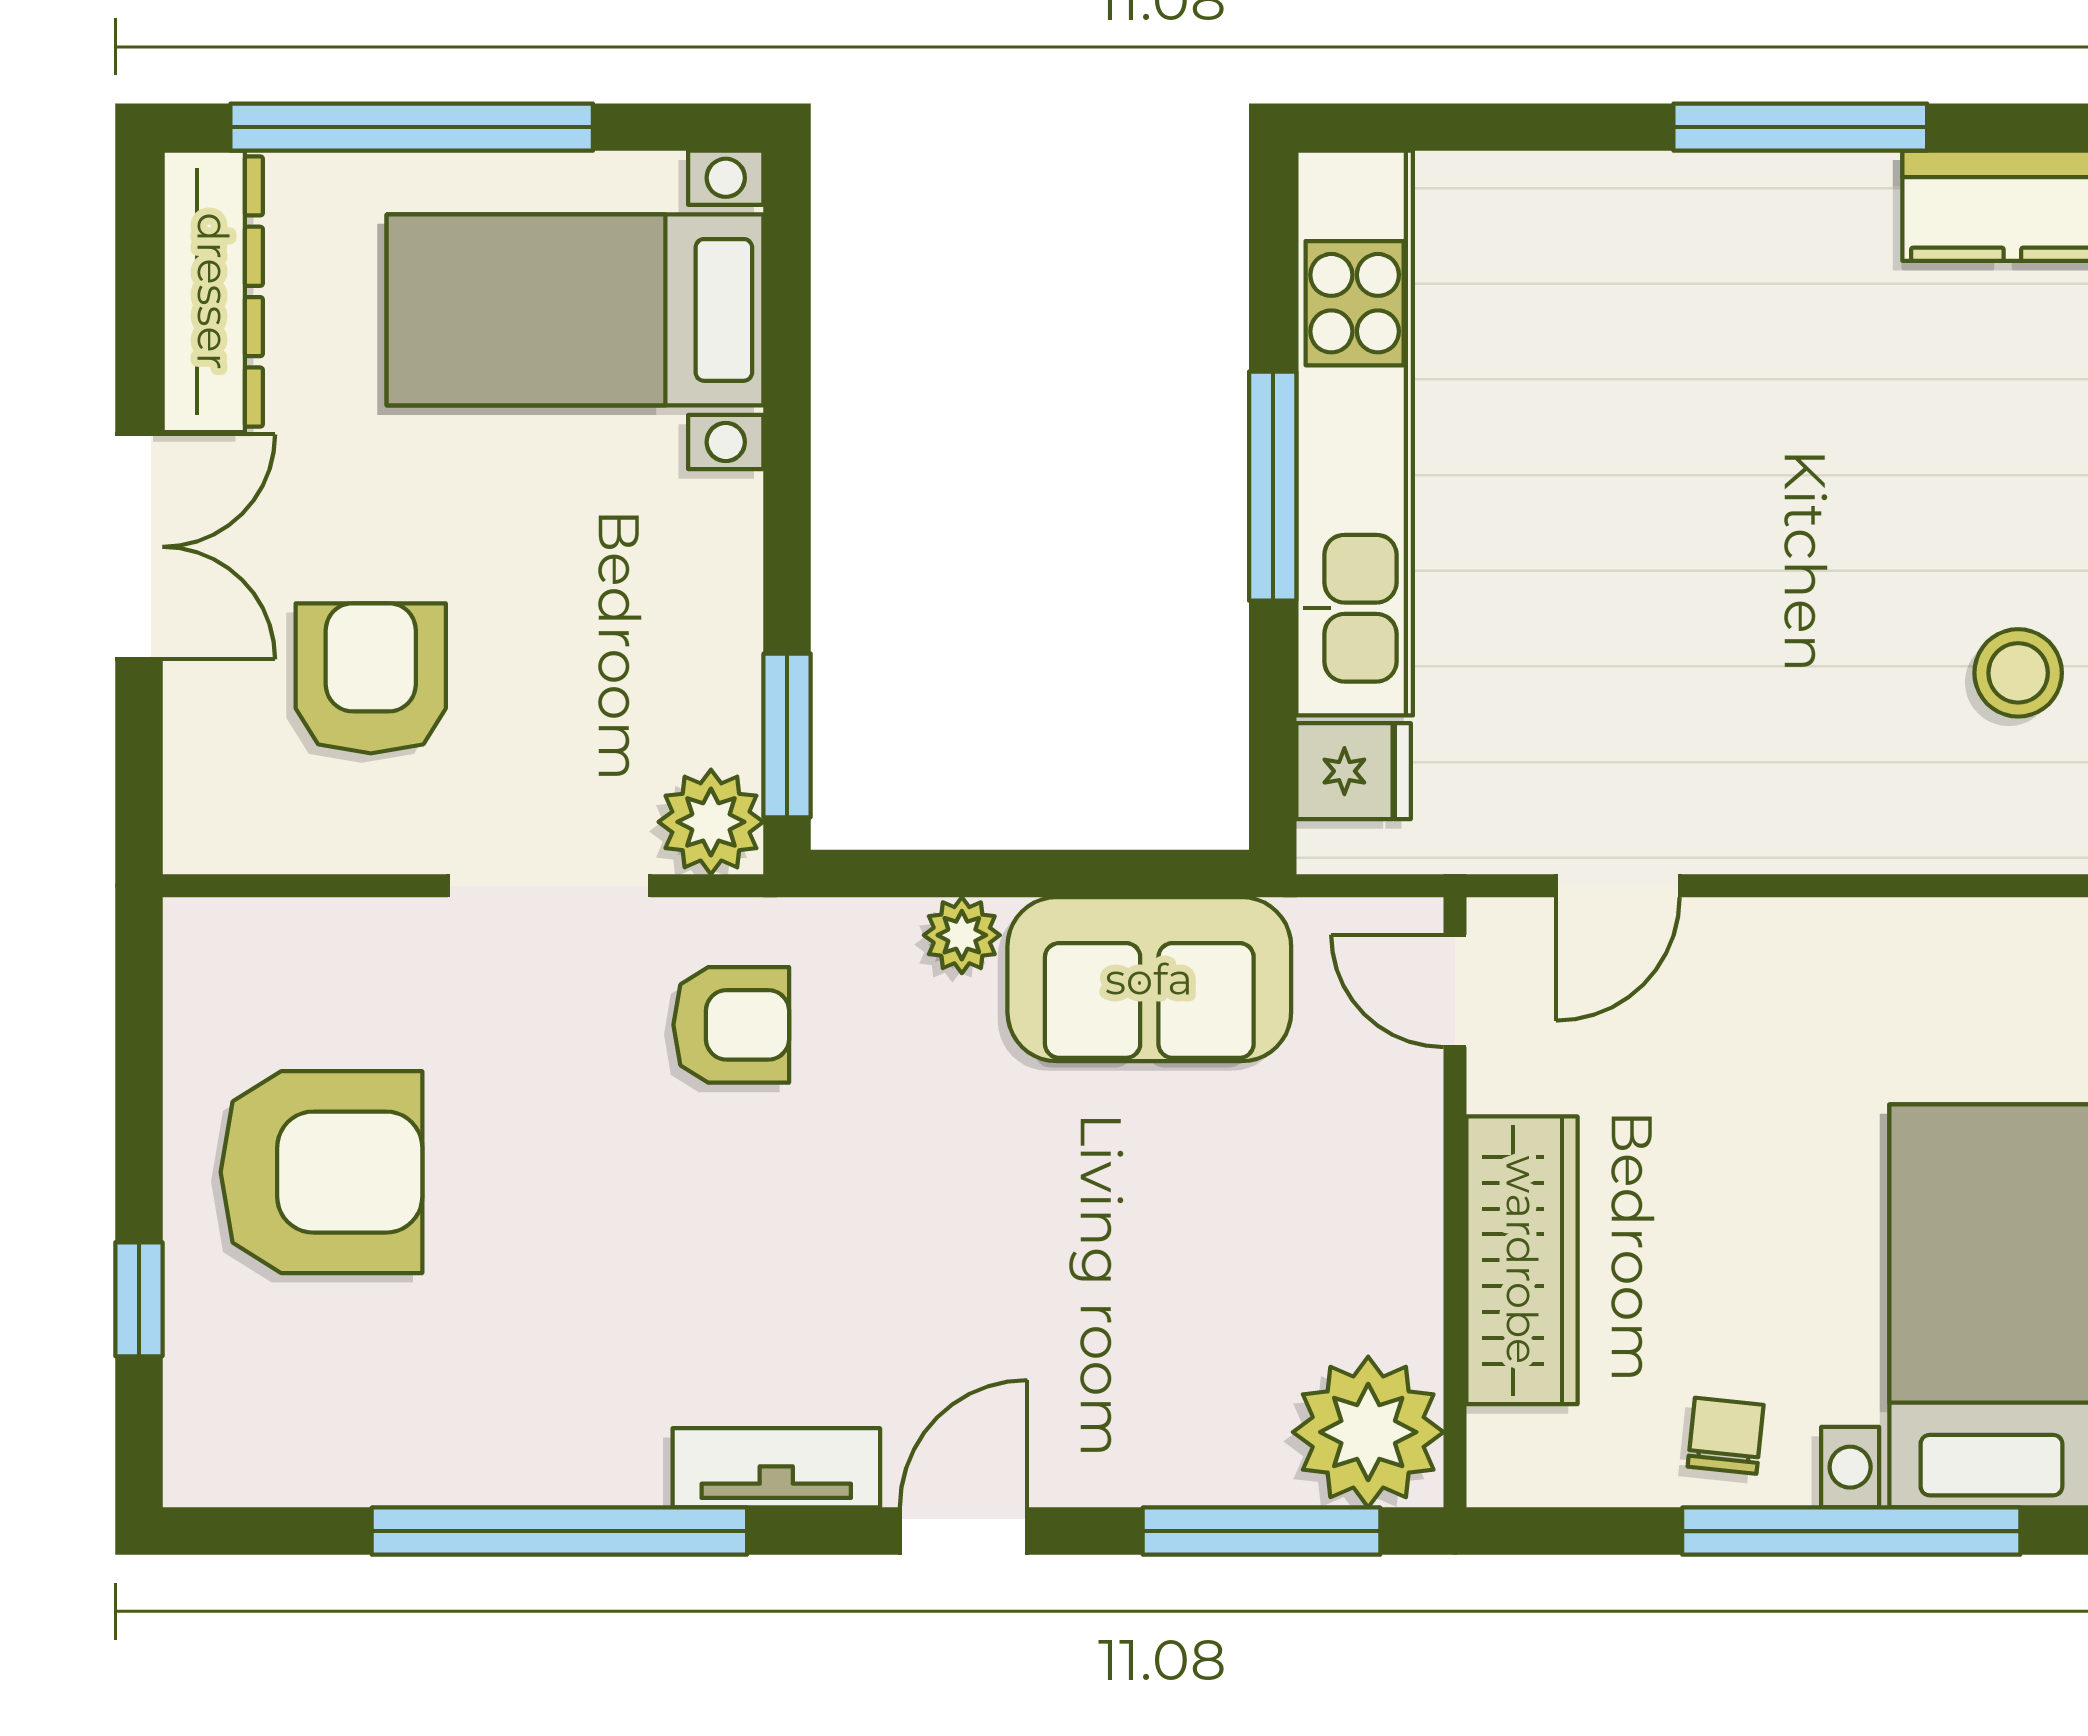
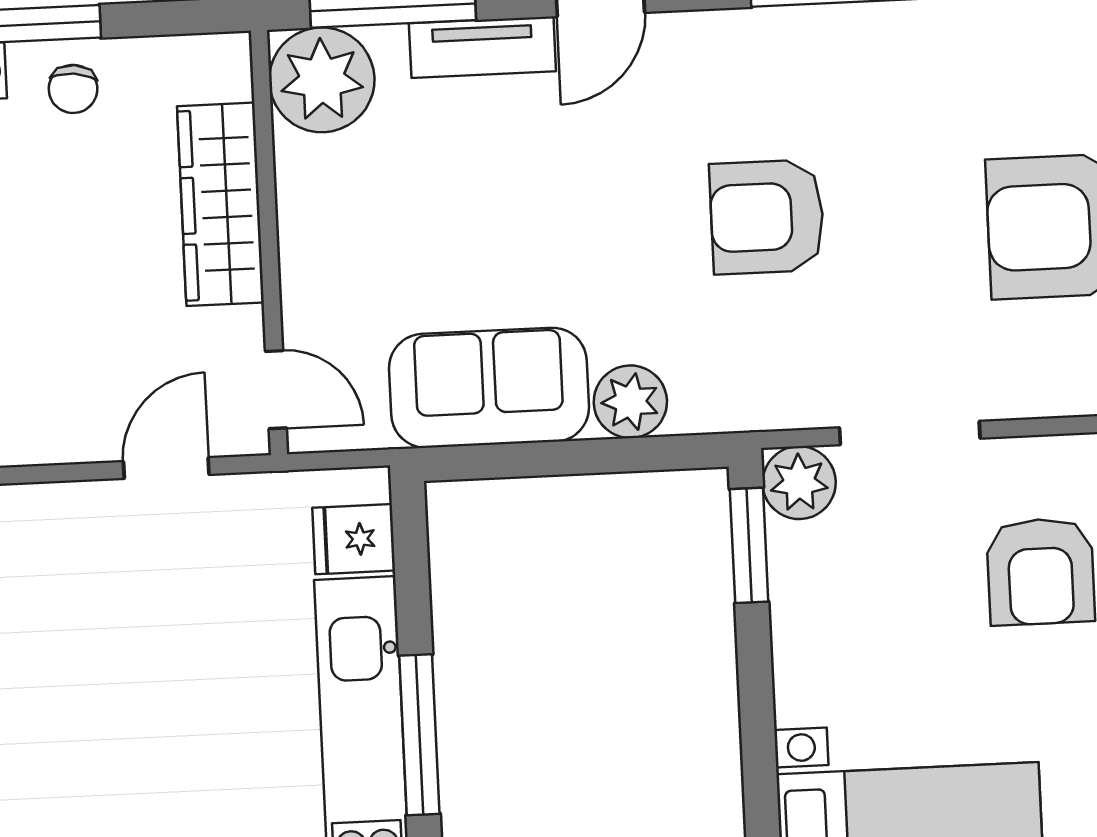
plant: (962, 935) -> (630, 402), width x1.38, depth x1.38
armchair: (731, 1025) -> (767, 217), moved, width x1.38, depth x1.38
tv unit: (776, 1468) -> (482, 47), moved

